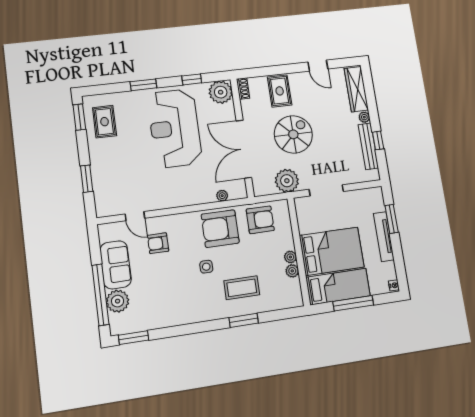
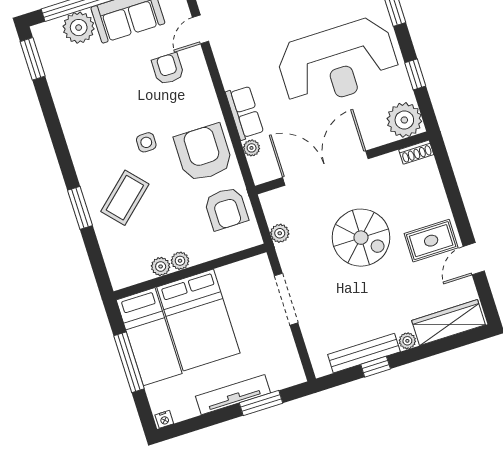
rug: (280, 91) -> (431, 241), moved
reception desk: (175, 128) -> (338, 63), turned 180
plant: (287, 181) -> (280, 233), width x0.53, depth x0.53
row of seats: (197, 196) -> (245, 113), added
coffee table: (242, 288) -> (125, 198), turned 48

